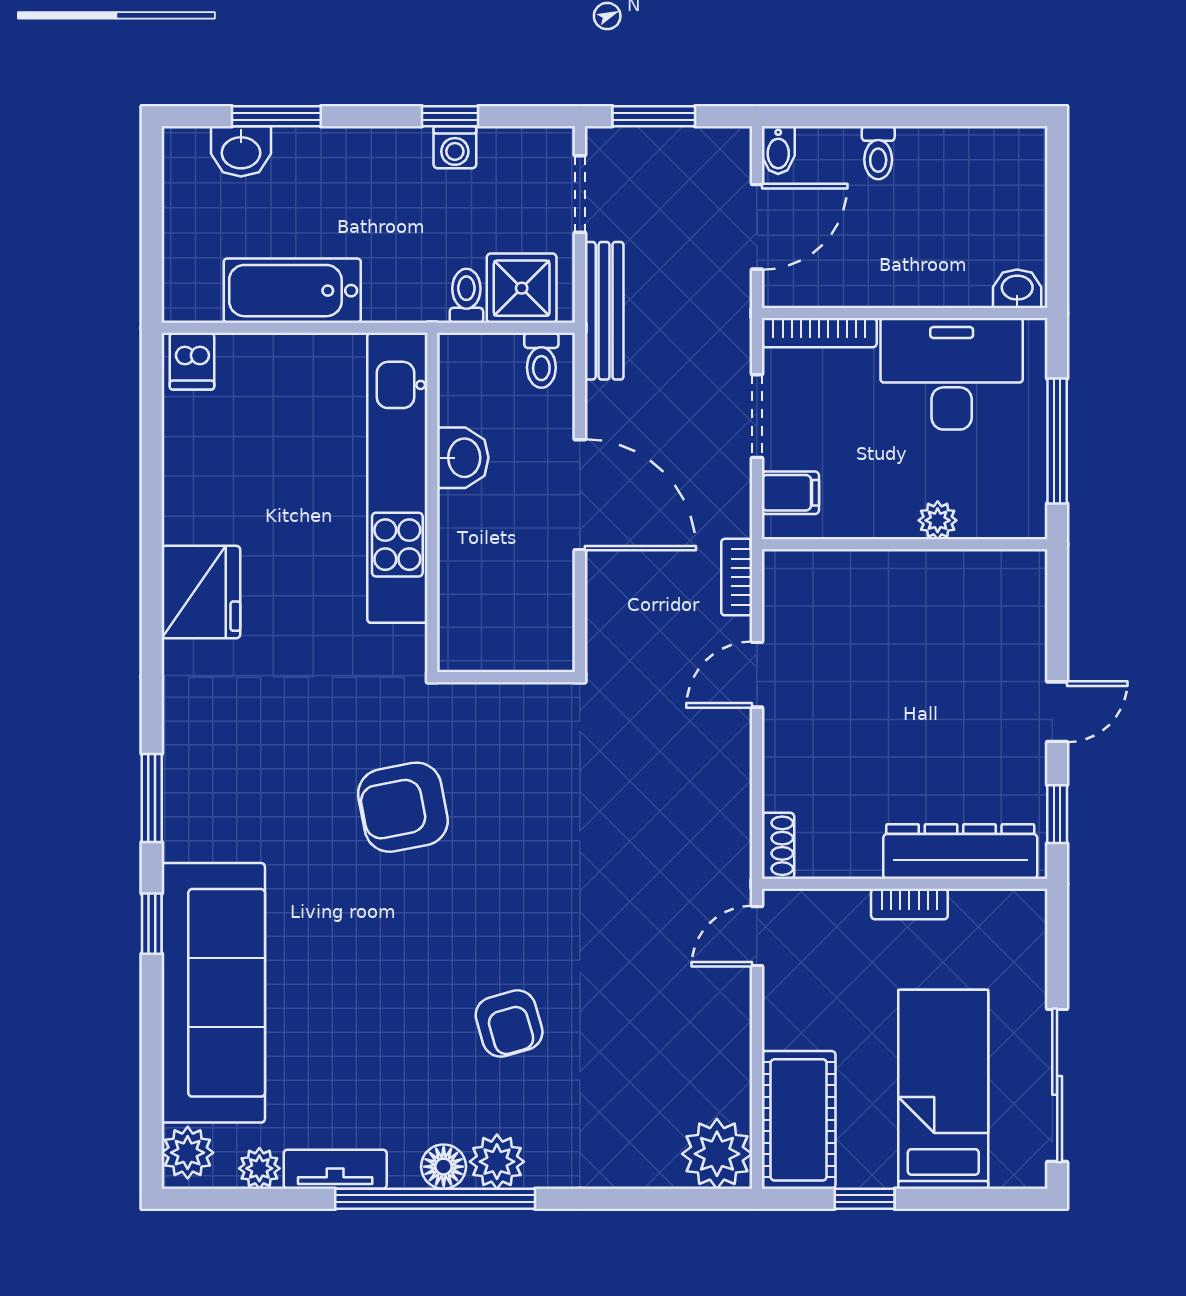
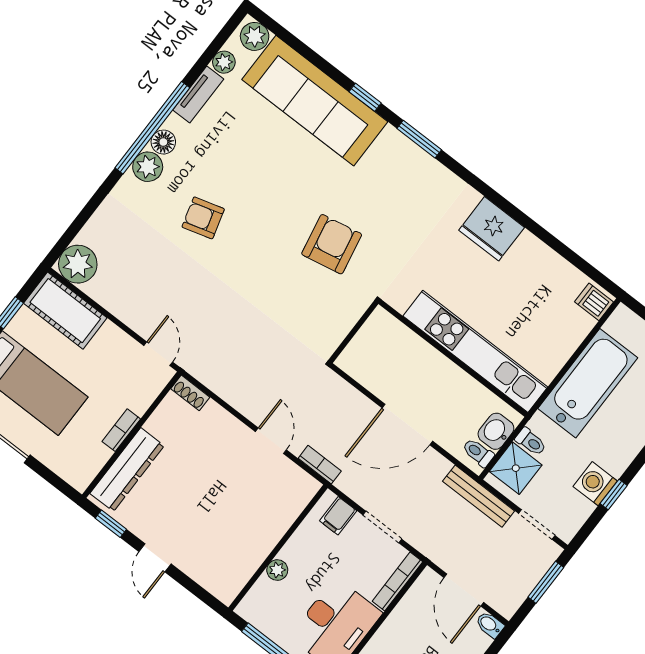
washing machine: (455, 147) -> (595, 484), width x1.38, depth x1.38
bathtub: (292, 291) -> (588, 383), width x1.36, depth x1.36
washbasin: (463, 458) -> (496, 431), moved, turned 90

